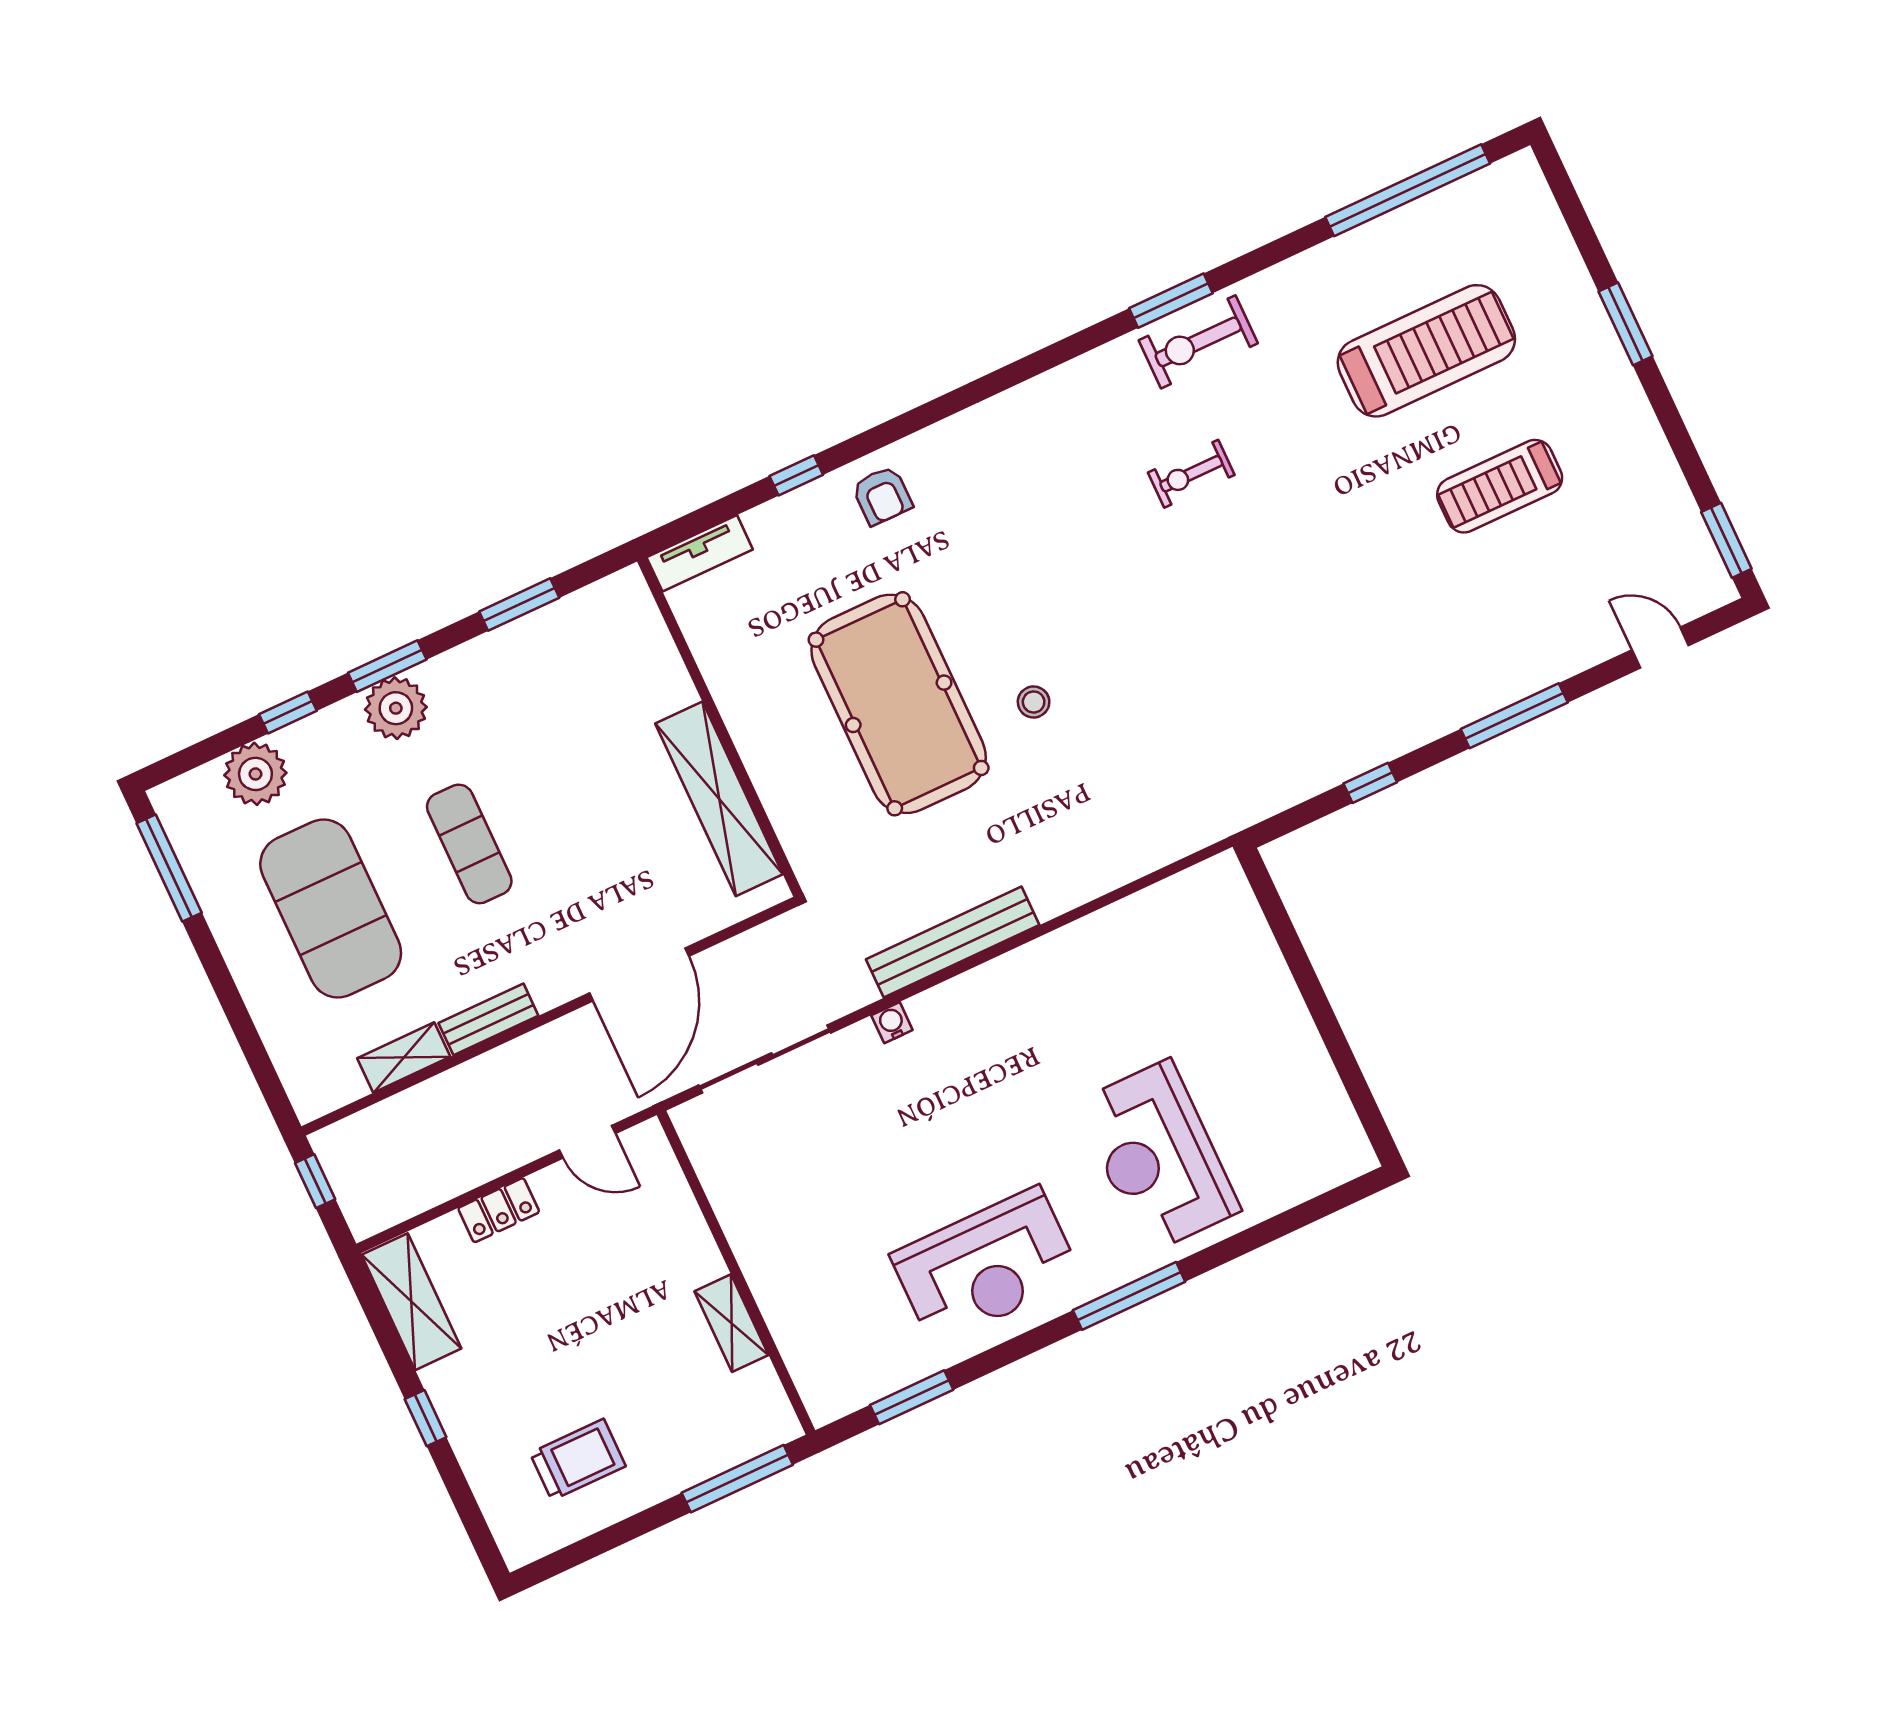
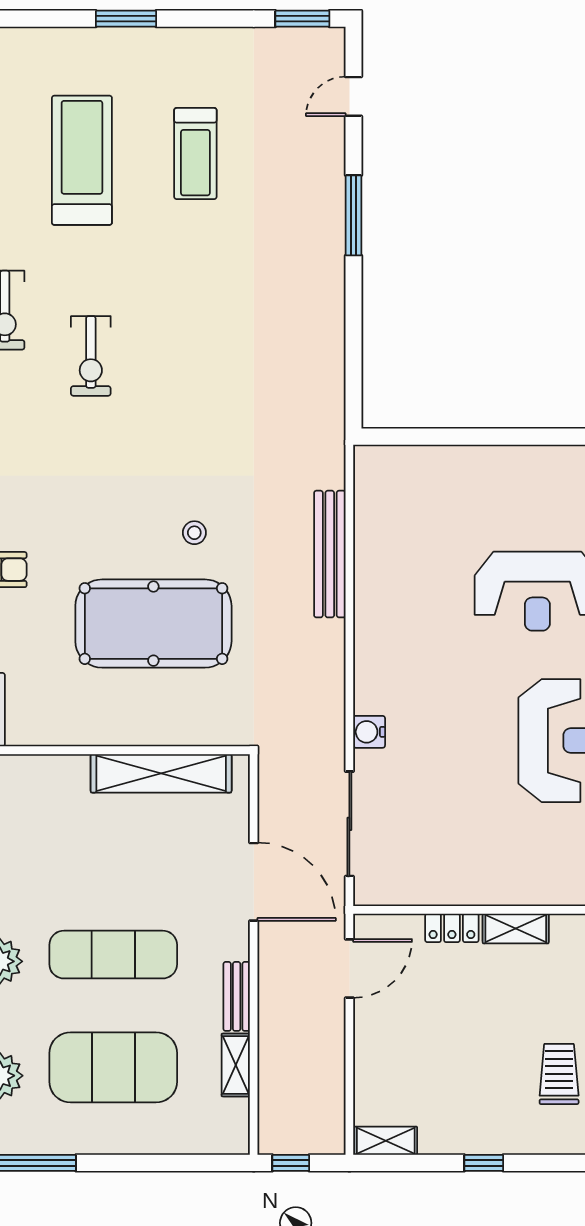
exercise bike: (1191, 474) -> (91, 356), width x1.38, depth x1.39
window: (1370, 783) -> (354, 333), removed
exercise mat: (469, 844) -> (113, 955), width x1.36, depth x1.45
bench: (953, 942) -> (330, 554), moved
water cooler: (892, 1023) -> (369, 732), width x1.38, depth x1.38
door: (587, 1142) -> (349, 968), width x1.38
locker: (499, 1210) -> (452, 928), moved, turned 90
shelving: (411, 1302) -> (386, 1141), width x0.67, depth x0.75

